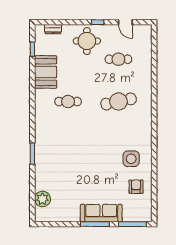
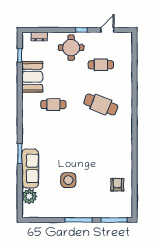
door: (125, 22) -> (107, 30), swing flipped
cafe table: (118, 101) -> (101, 105), turned 33
side table: (131, 159) -> (68, 180), moved
sofa: (101, 213) -> (30, 168), moved, turned 90

